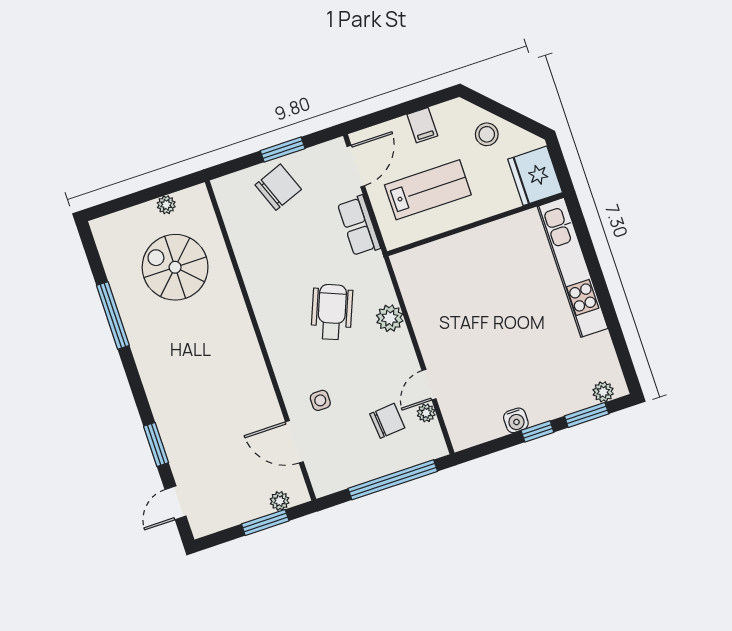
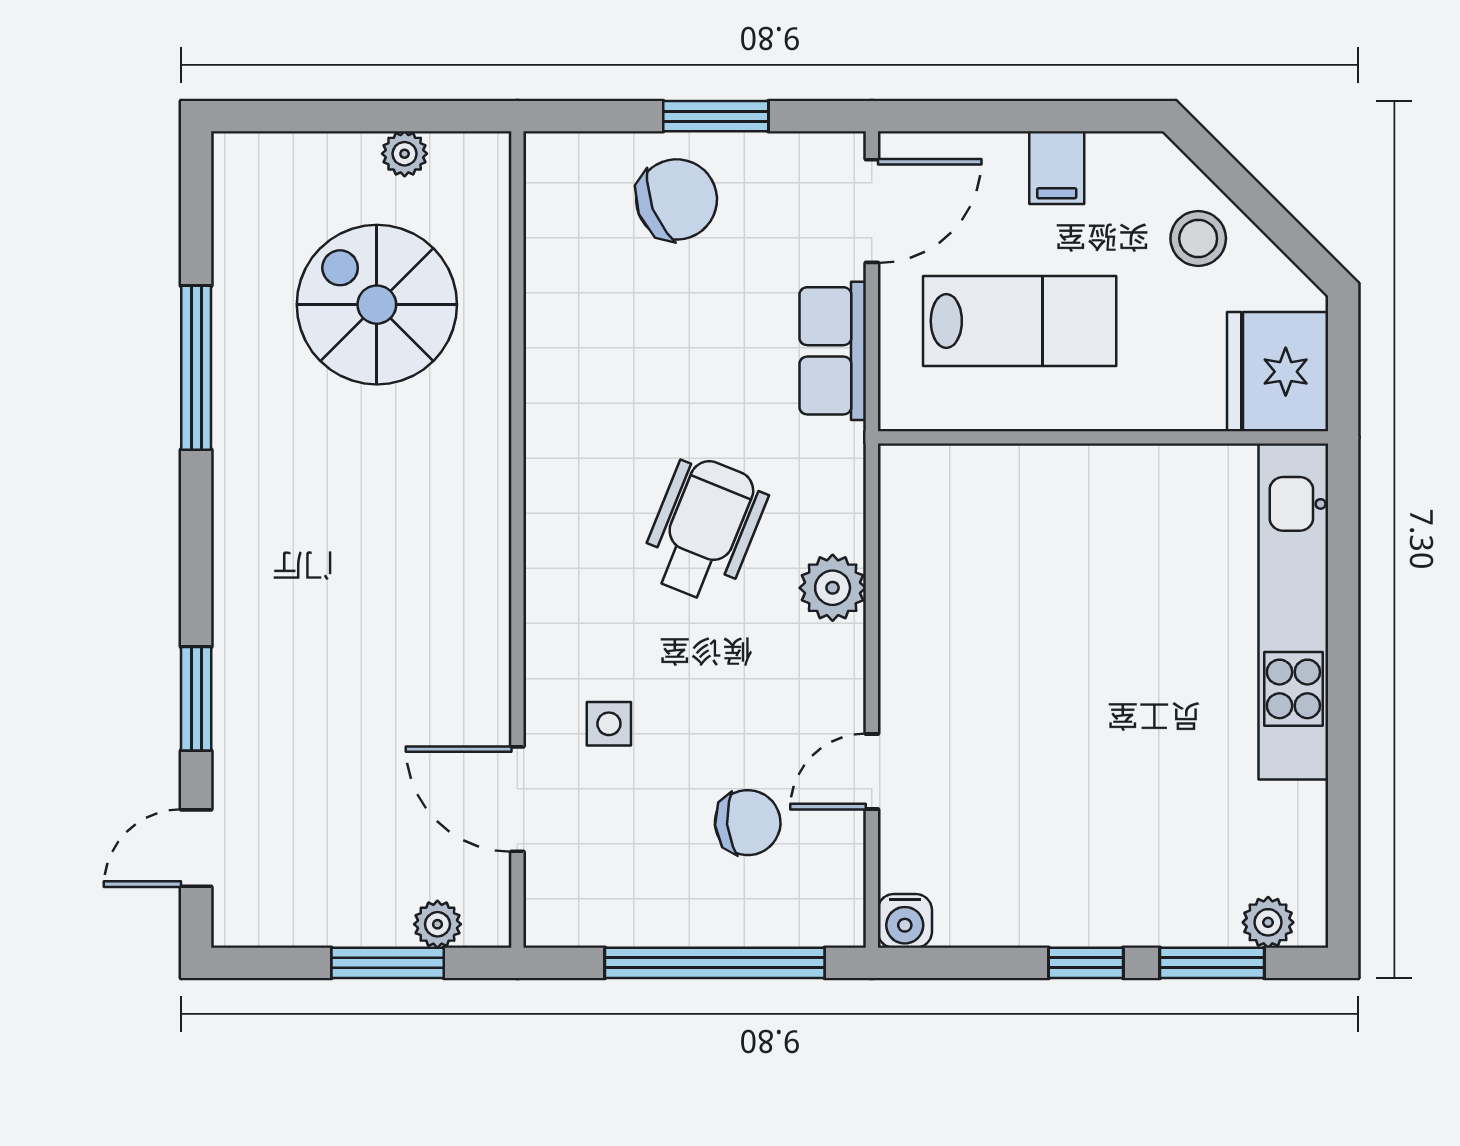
plant: (426, 413) -> (843, 834), removed
water cooler: (516, 420) -> (905, 921), moved

